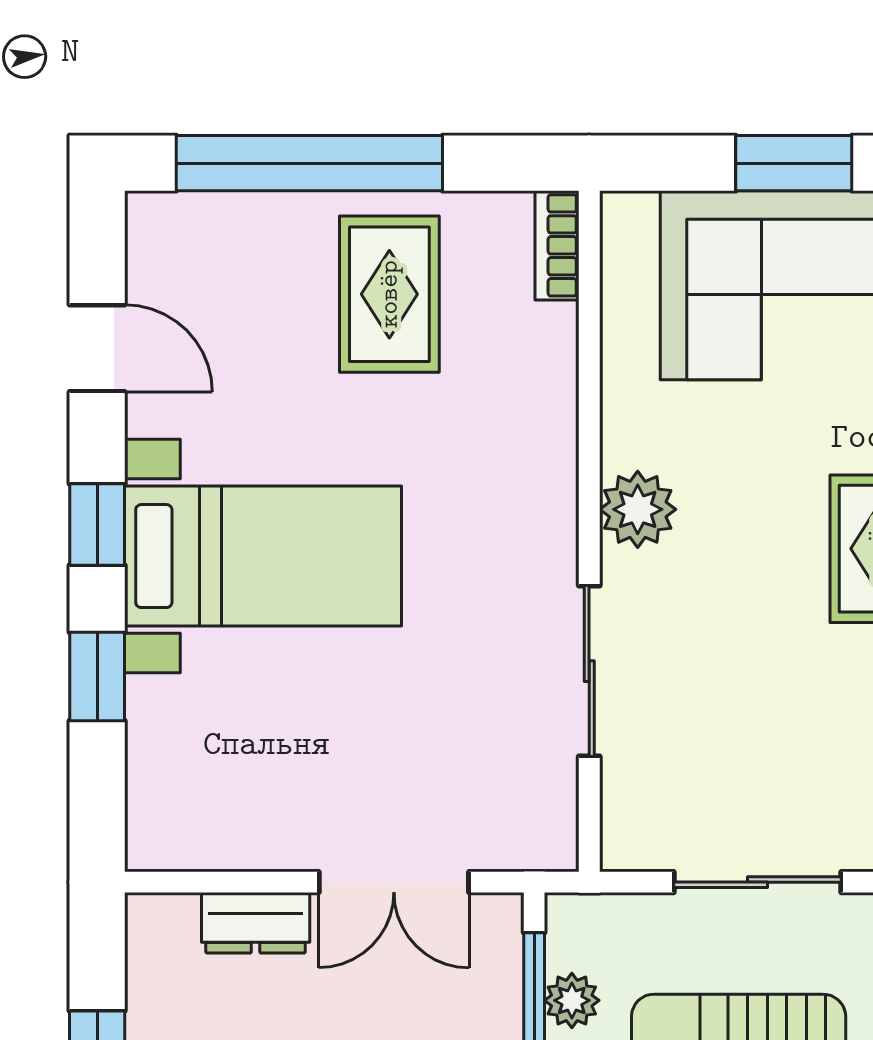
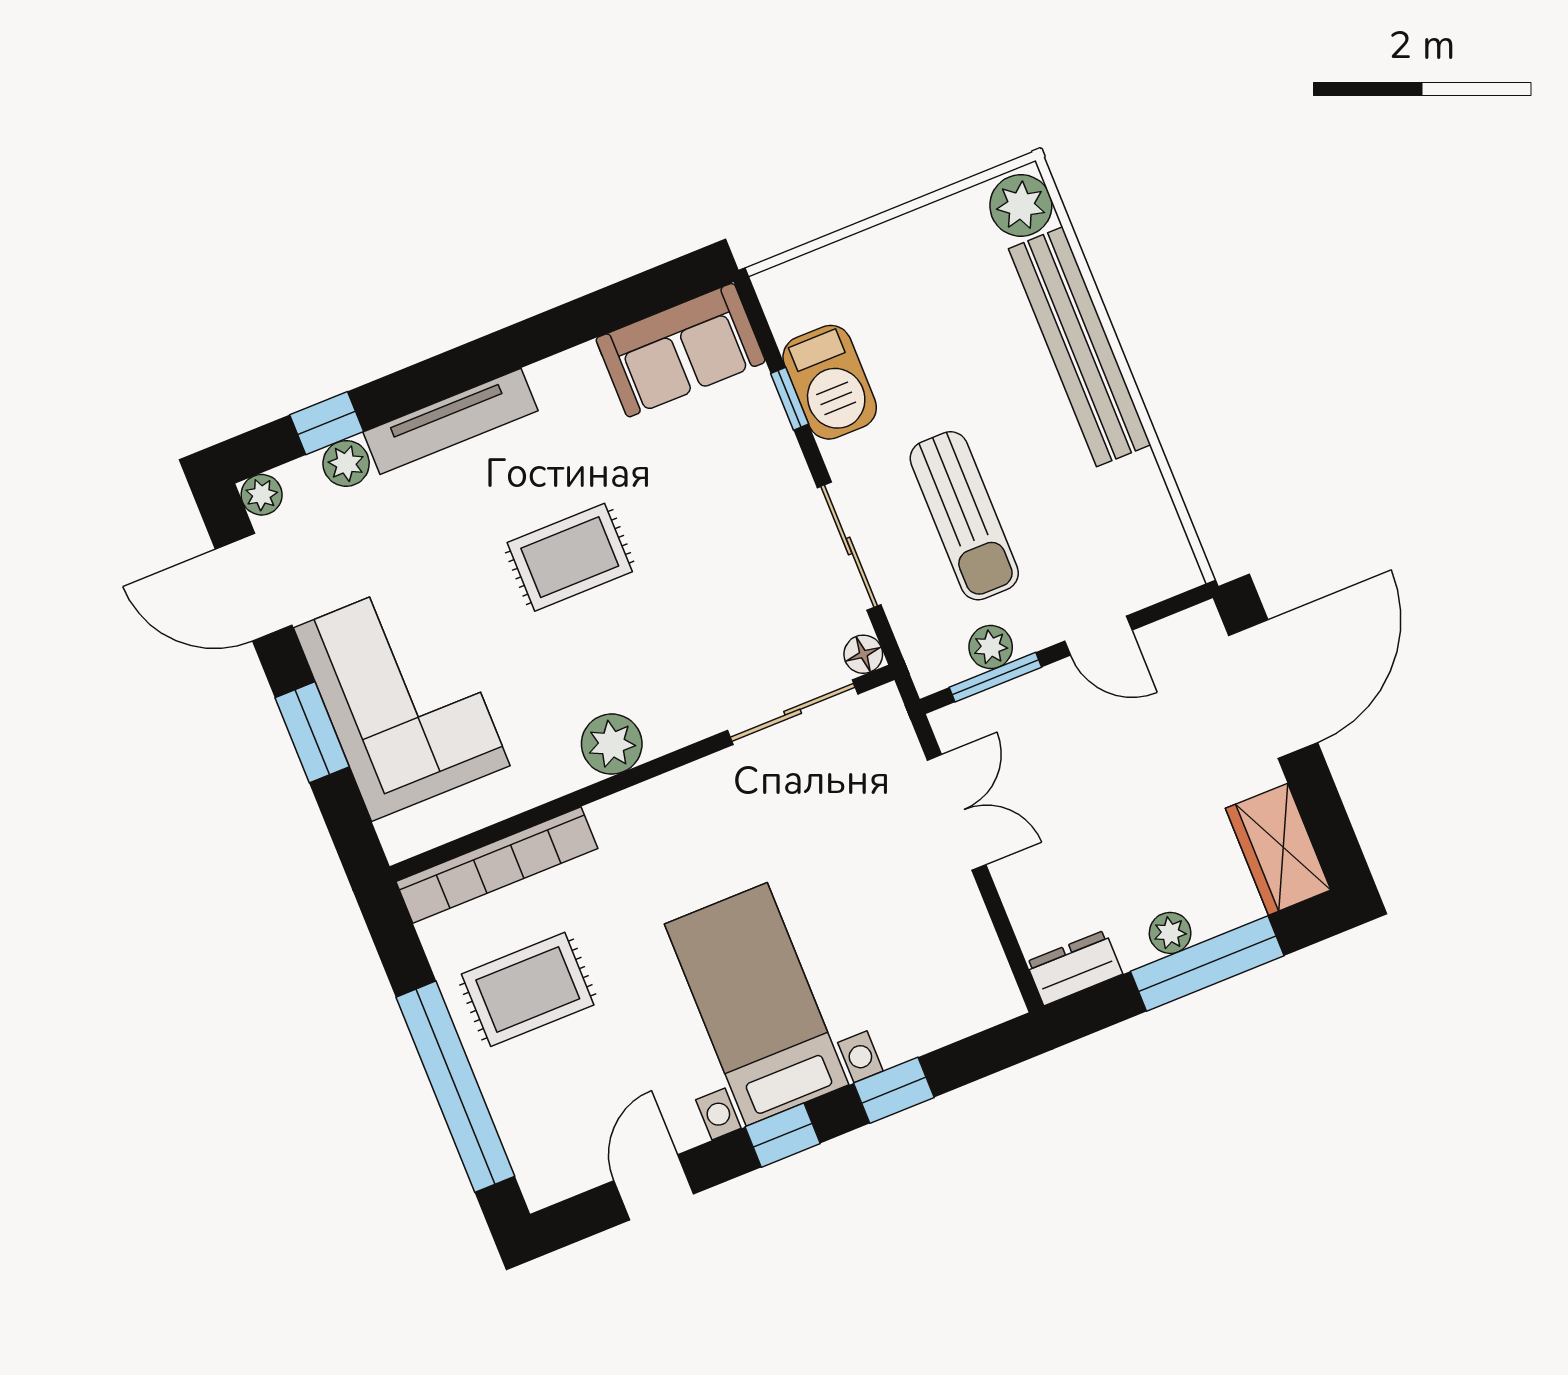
bookcase: (557, 245) -> (497, 865), width x2.31, depth x1.31
sliding door: (589, 671) -> (793, 712), moved
floor lamp: (624, 847) -> (863, 654), added
dresser: (256, 923) -> (1074, 968), moved, turned -90

